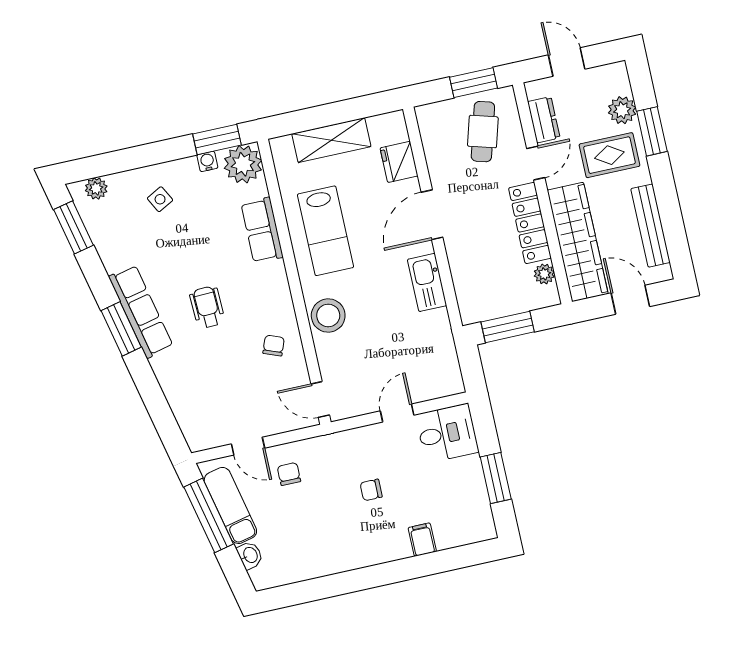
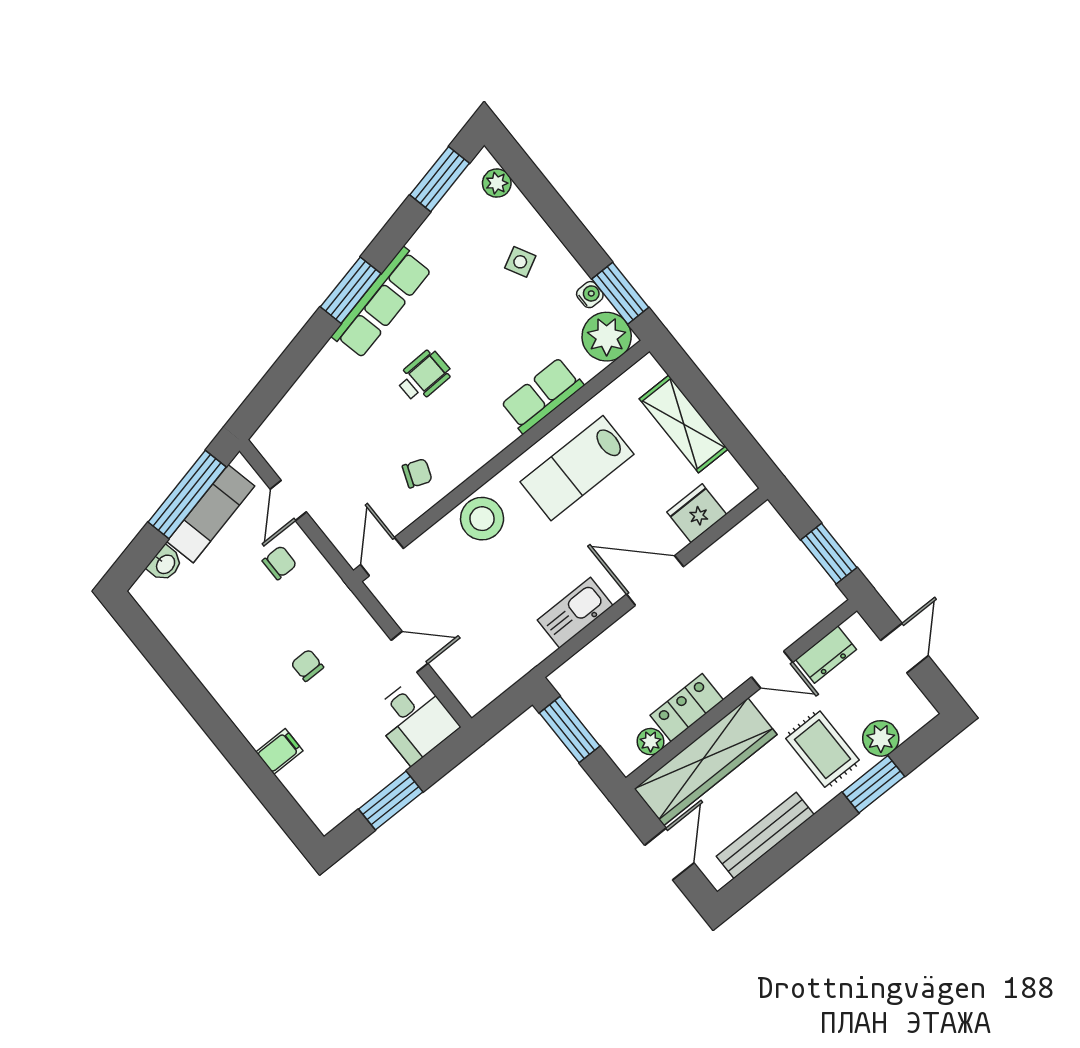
cafe table: (483, 132) -> (778, 592), removed
locker: (530, 223) -> (687, 708), width x0.66

